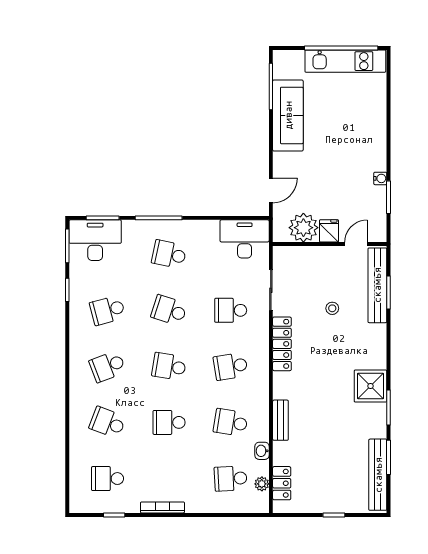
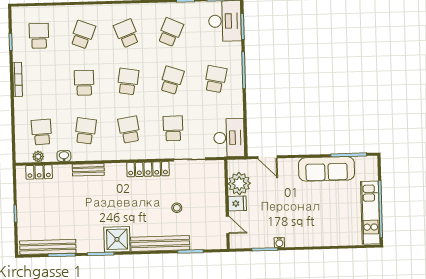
bench: (377, 285) -> (160, 243), moved
school desk: (107, 310) -> (170, 32), turned 39

